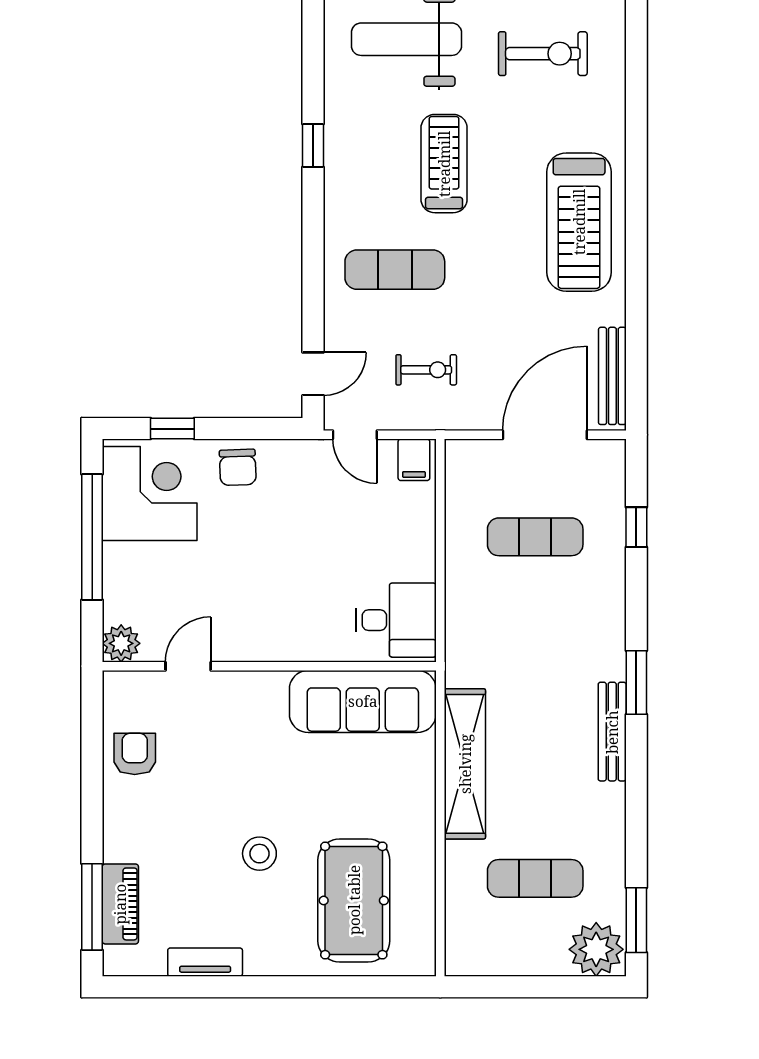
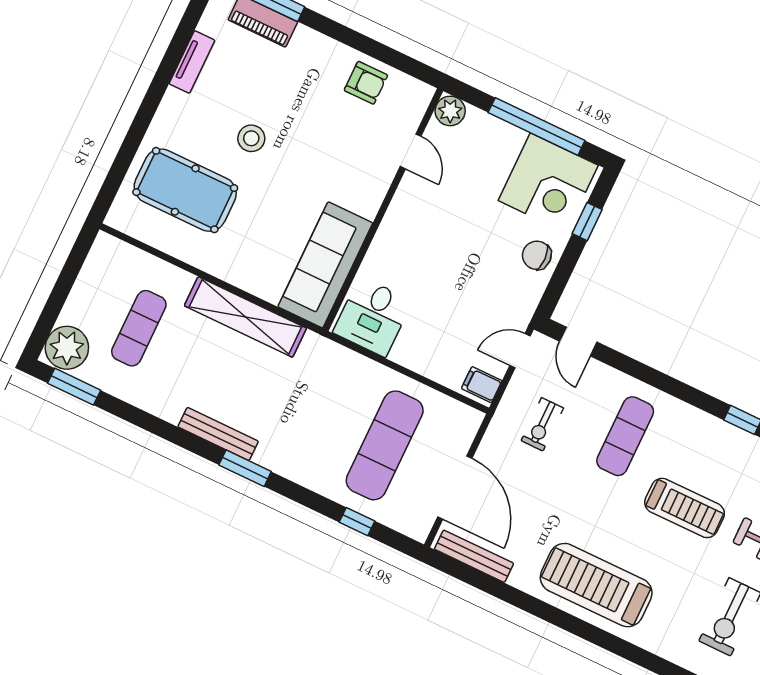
exercise mat: (535, 537) -> (385, 445), width x1.36, depth x1.45

